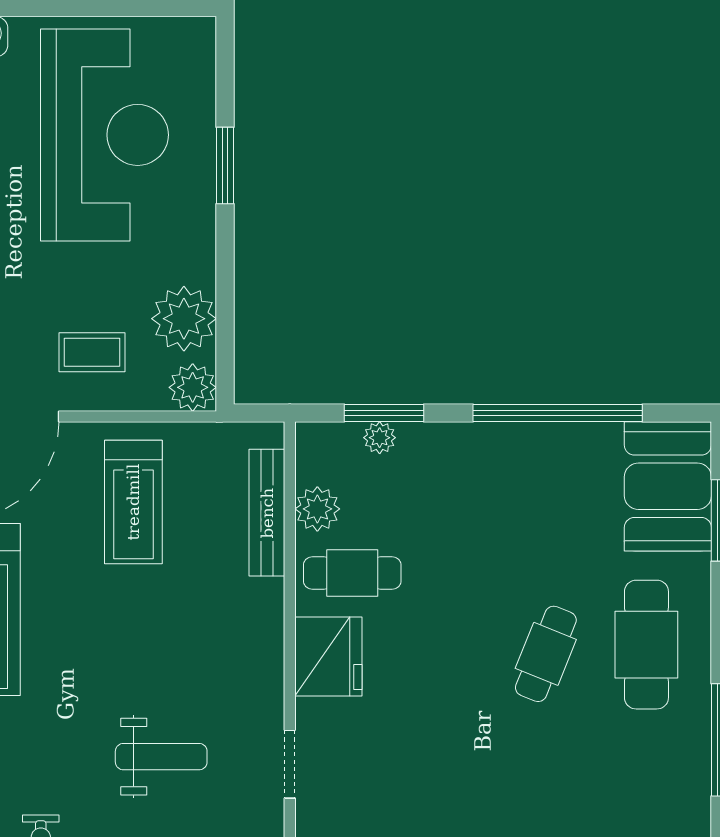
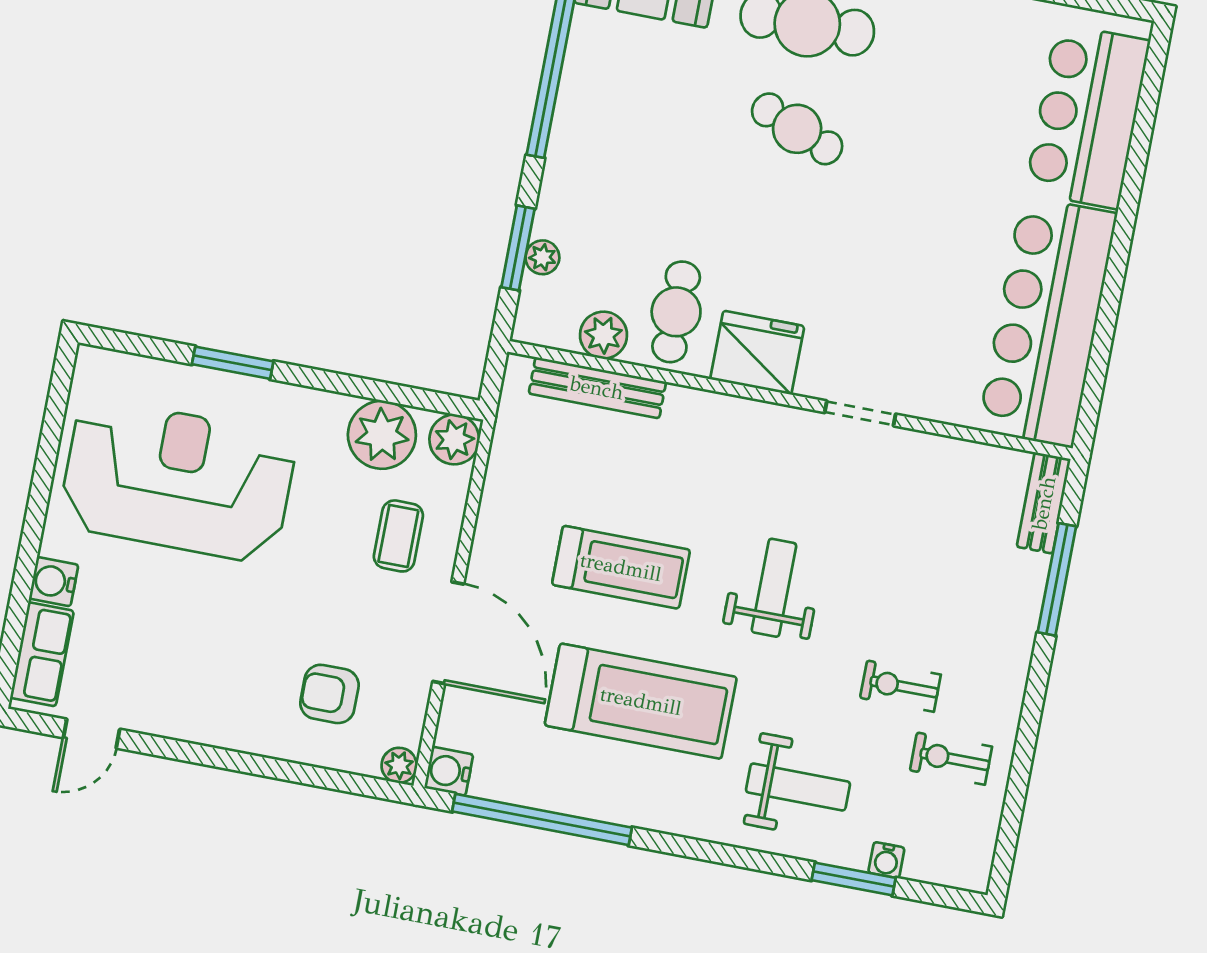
treadmill: (133, 502) -> (621, 567), moved
weight bench: (161, 757) -> (774, 588), moved

